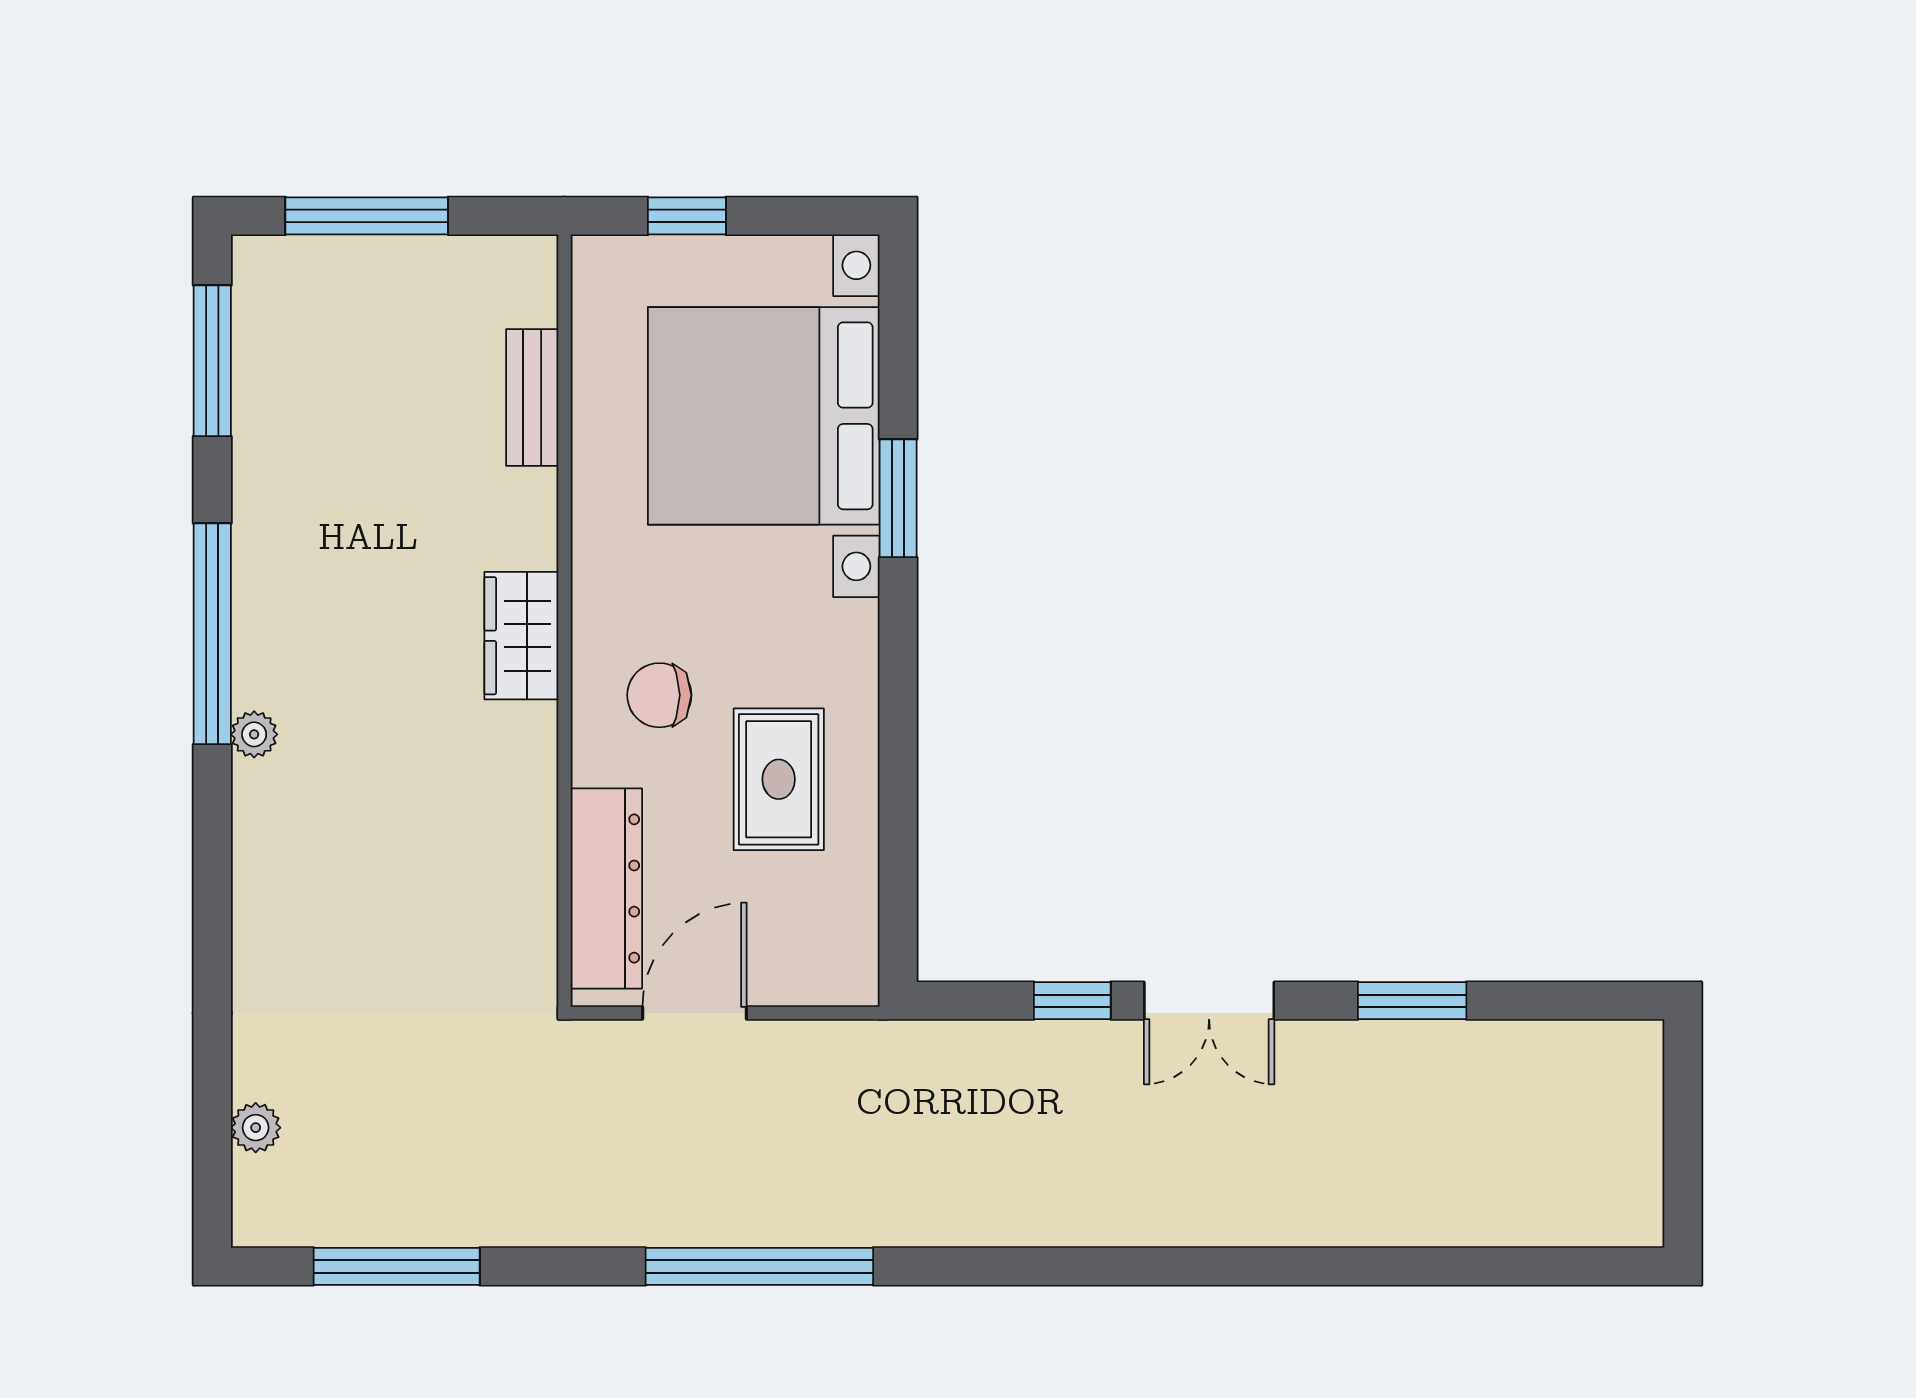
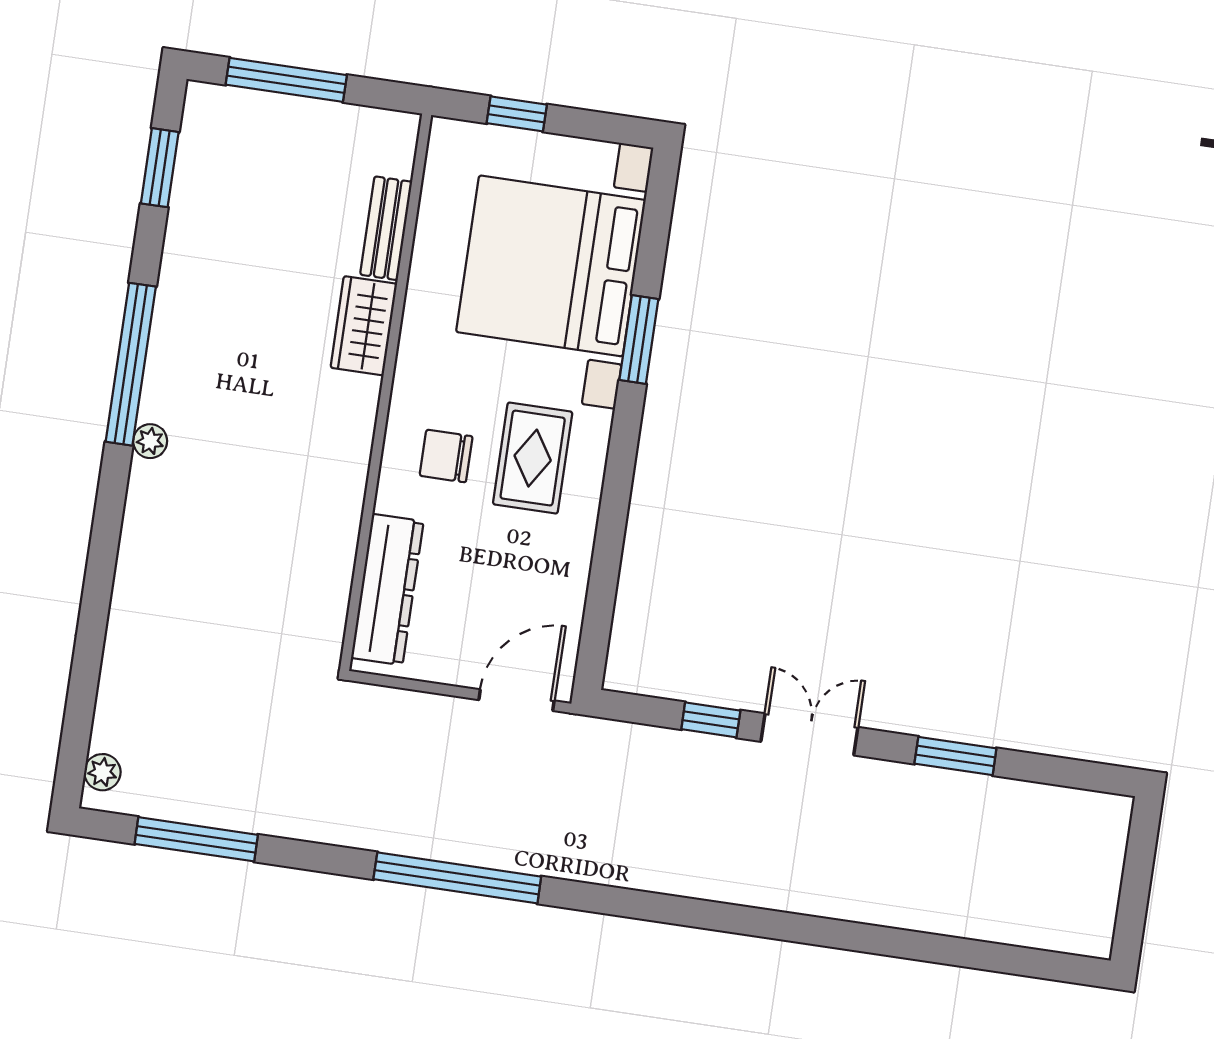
window: (212, 361) -> (160, 168), width x0.69
wardrobe: (521, 636) -> (364, 326), moved
rug: (779, 779) -> (533, 458), moved
double door: (1209, 1001) -> (809, 734), swing flipped
door: (695, 1013) -> (516, 700), moved
plant: (256, 1128) -> (102, 772), moved

